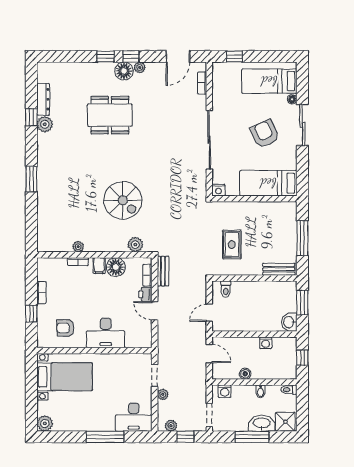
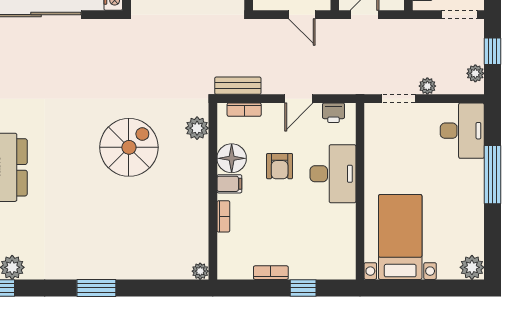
plant: (78, 247) -> (200, 271), moved
printer: (145, 294) -> (334, 113), moved
armchair: (66, 328) -> (280, 166), moved

